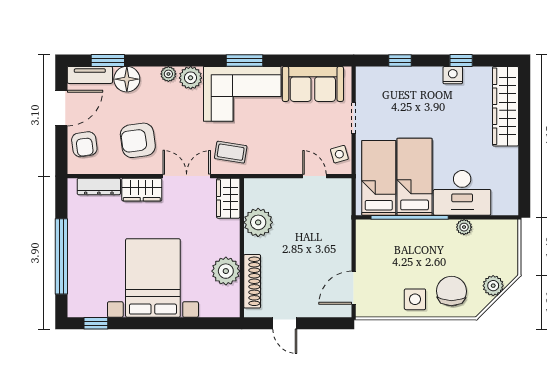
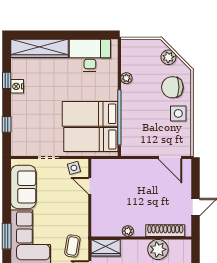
door: (314, 176) -> (90, 186), hinge flipped
desk: (462, 193) -> (90, 55), moved, turned -90
plant: (258, 222) -> (128, 231), width x0.53, depth x0.53

